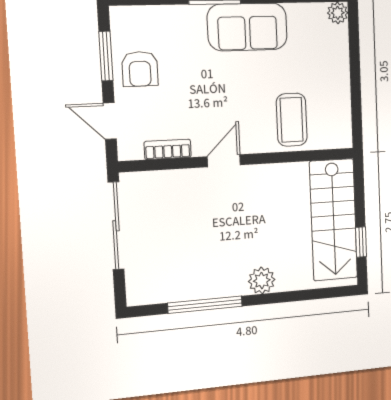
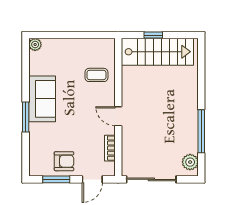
coffee table: (292, 120) -> (96, 75), width x0.73, depth x0.77
window: (361, 242) -> (153, 35), moved
plant: (262, 281) -> (190, 162), moved

